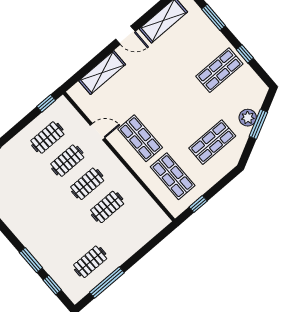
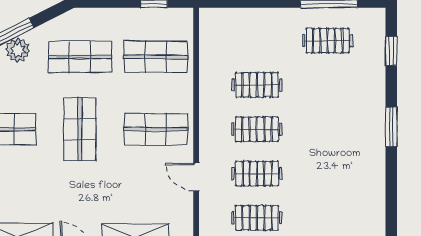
shop shelf: (180, 104) -> (80, 129), added
shop shelf: (140, 138) -> (156, 129), turned 90
shop shelf: (173, 176) -> (156, 57), turned 90
window: (31, 260) -> (391, 127), moved

